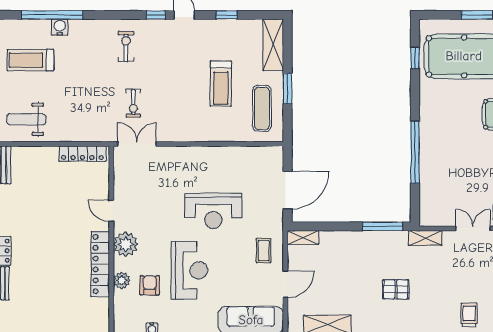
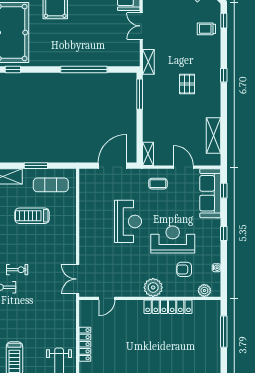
treadmill: (221, 84) -> (32, 216), turned 180
exercise bike: (133, 103) -> (17, 270), moved
locker: (82, 154) -> (85, 344), moved
door: (287, 190) -> (112, 166), hinge flipped
door: (111, 211) -> (107, 298), moved
plant: (122, 280) -> (204, 290), moved

